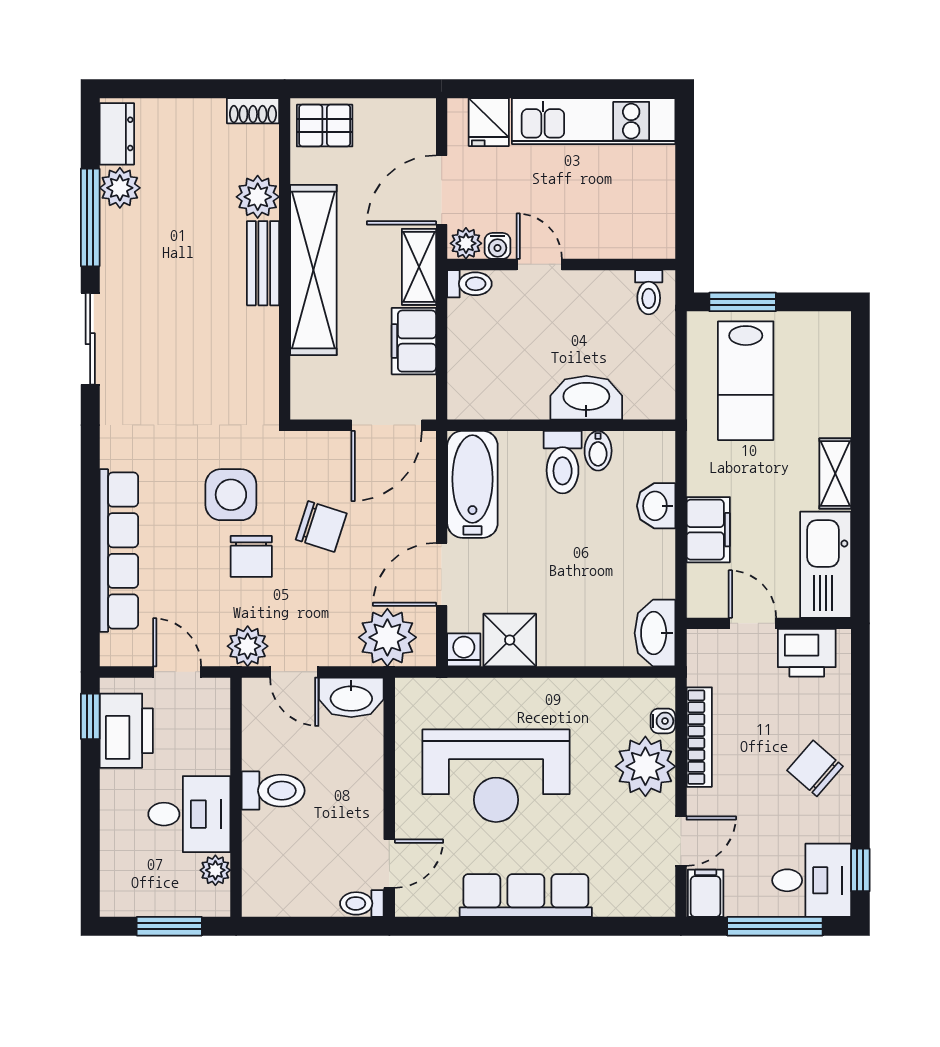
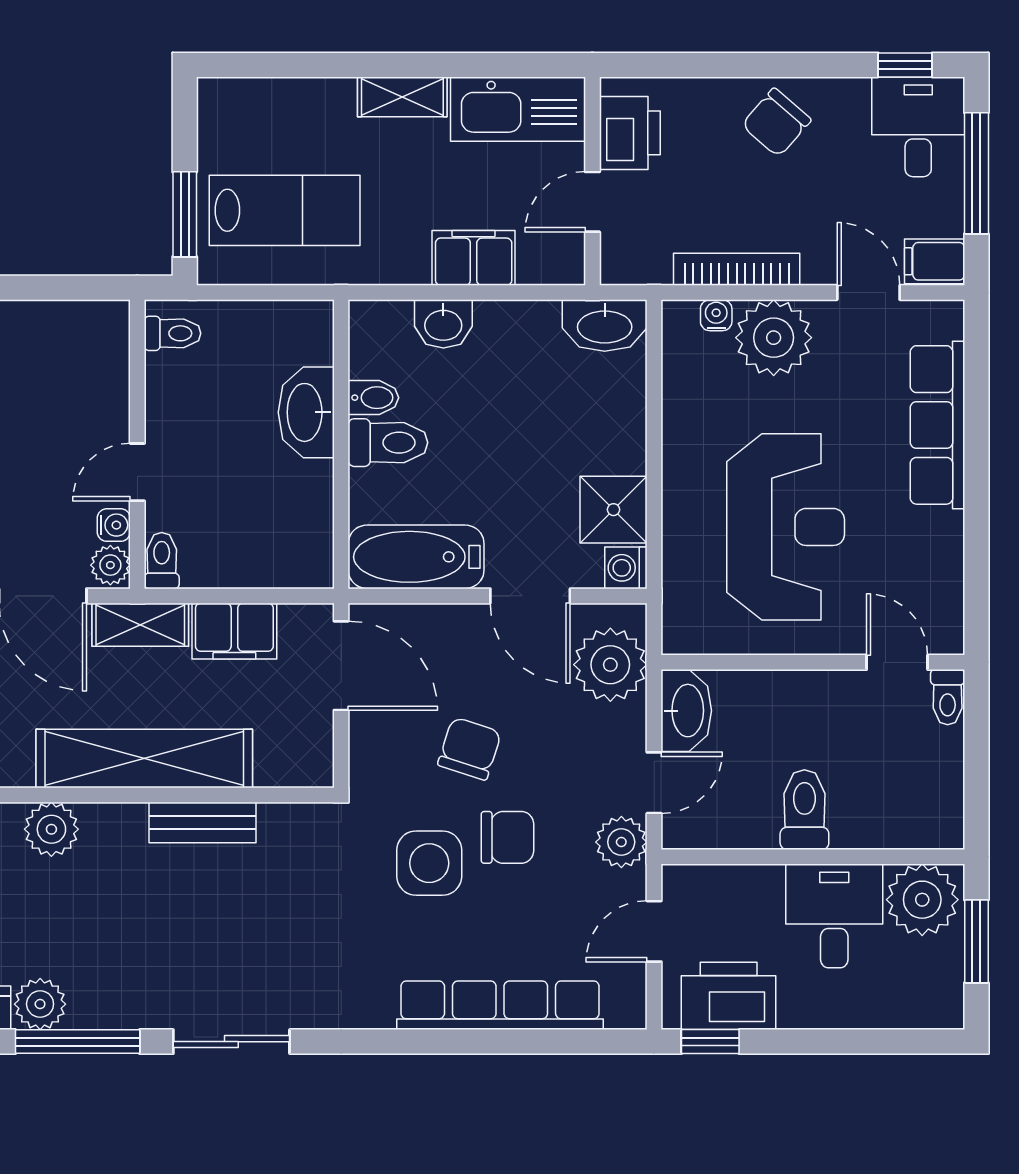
bench: (263, 263) -> (203, 823), moved
plant: (215, 870) -> (922, 900), width x1.88, depth x1.88
row of seats: (526, 895) -> (937, 425), moved

